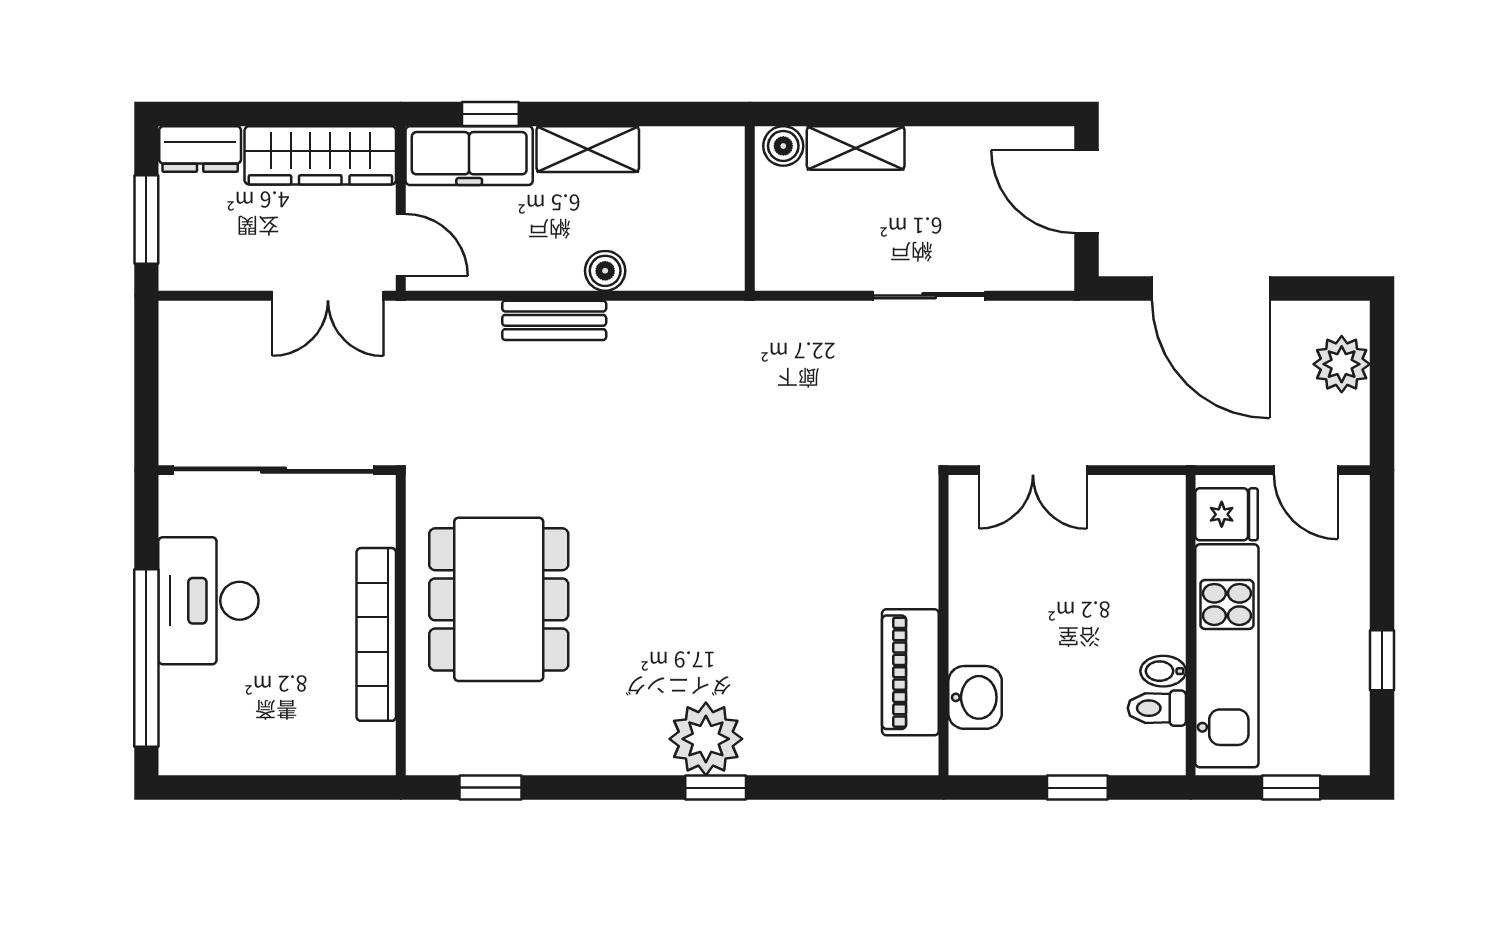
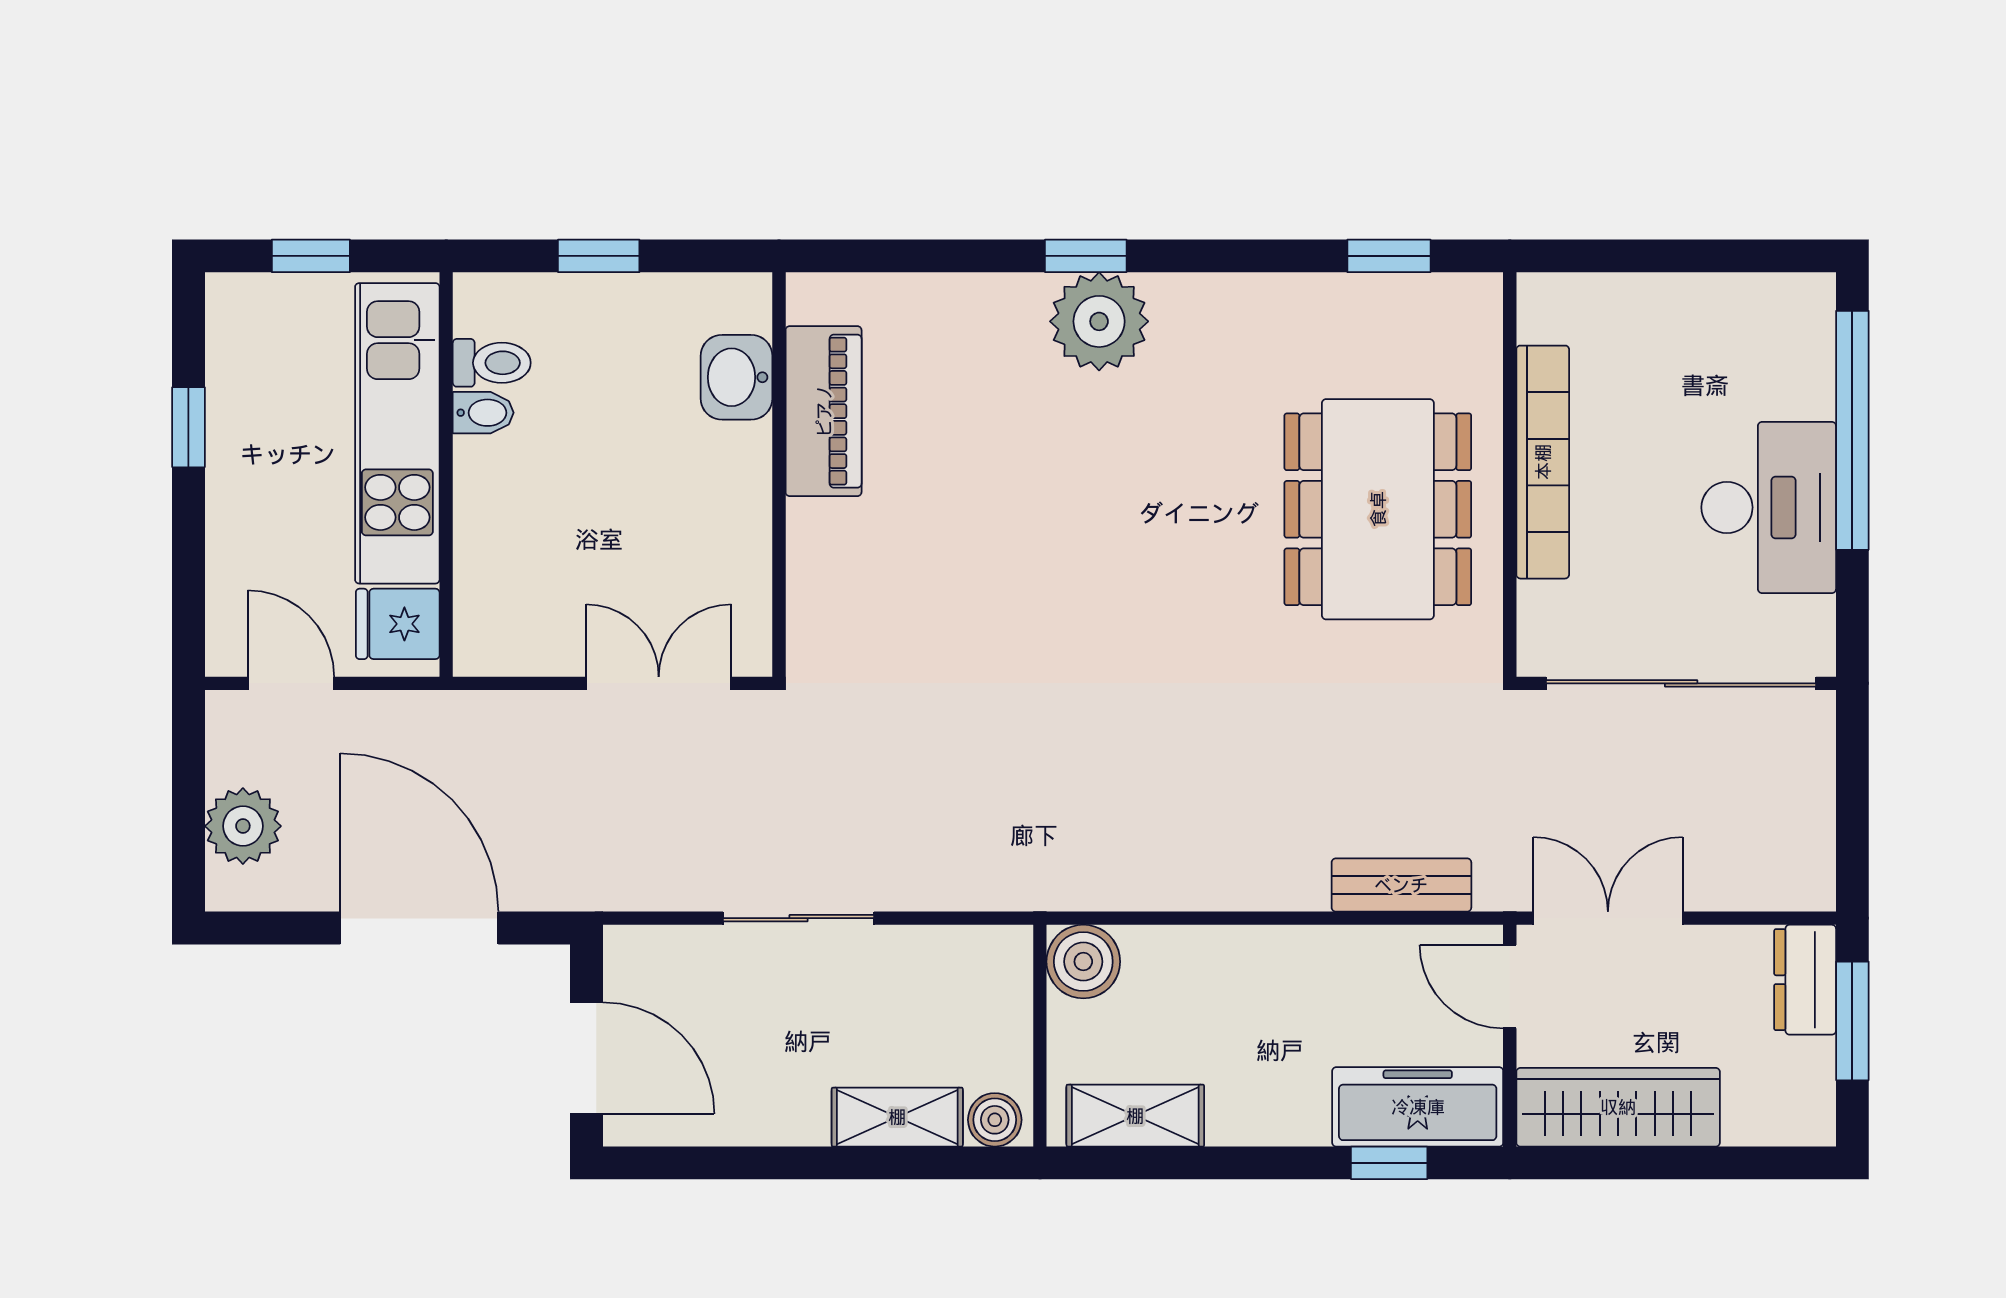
dresser: (200, 149) -> (1805, 980), moved, turned -90
shelving: (588, 149) -> (1135, 1116), moved
boiler: (605, 271) -> (1083, 962), moved, width x1.36, depth x1.36
bench: (554, 320) -> (1401, 885), moved

